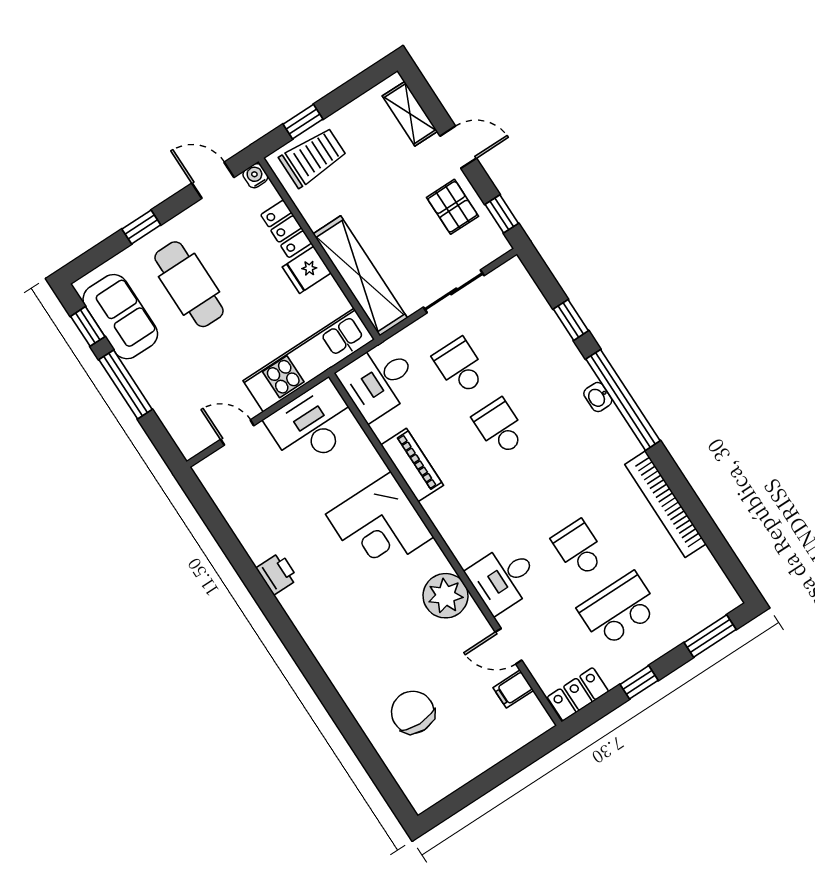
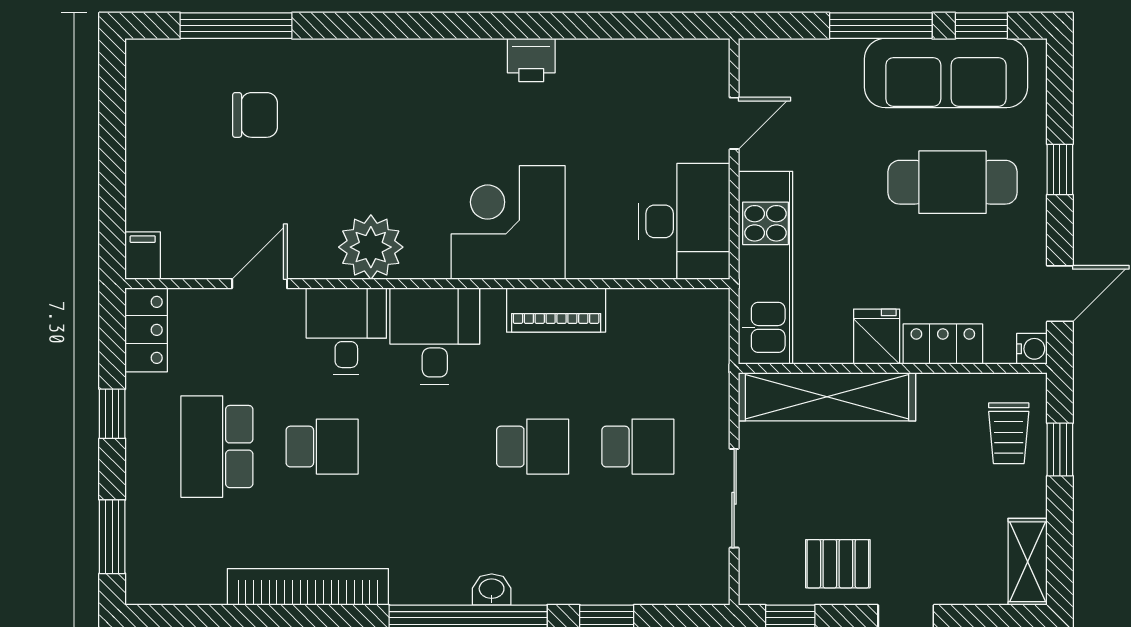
shelving: (410, 114) -> (1028, 562), moved, turned 90
trolley: (313, 157) -> (1009, 433), width x0.73, depth x0.72
sofa: (120, 317) -> (946, 73), width x1.36
desk: (379, 381) -> (435, 336), moved
school desk: (619, 609) -> (217, 447), turned 180
filing cabinet: (513, 689) -> (143, 256), moved
chair: (413, 712) -> (255, 115), width x0.73, depth x0.73
window: (368, 757) -> (236, 26), added

